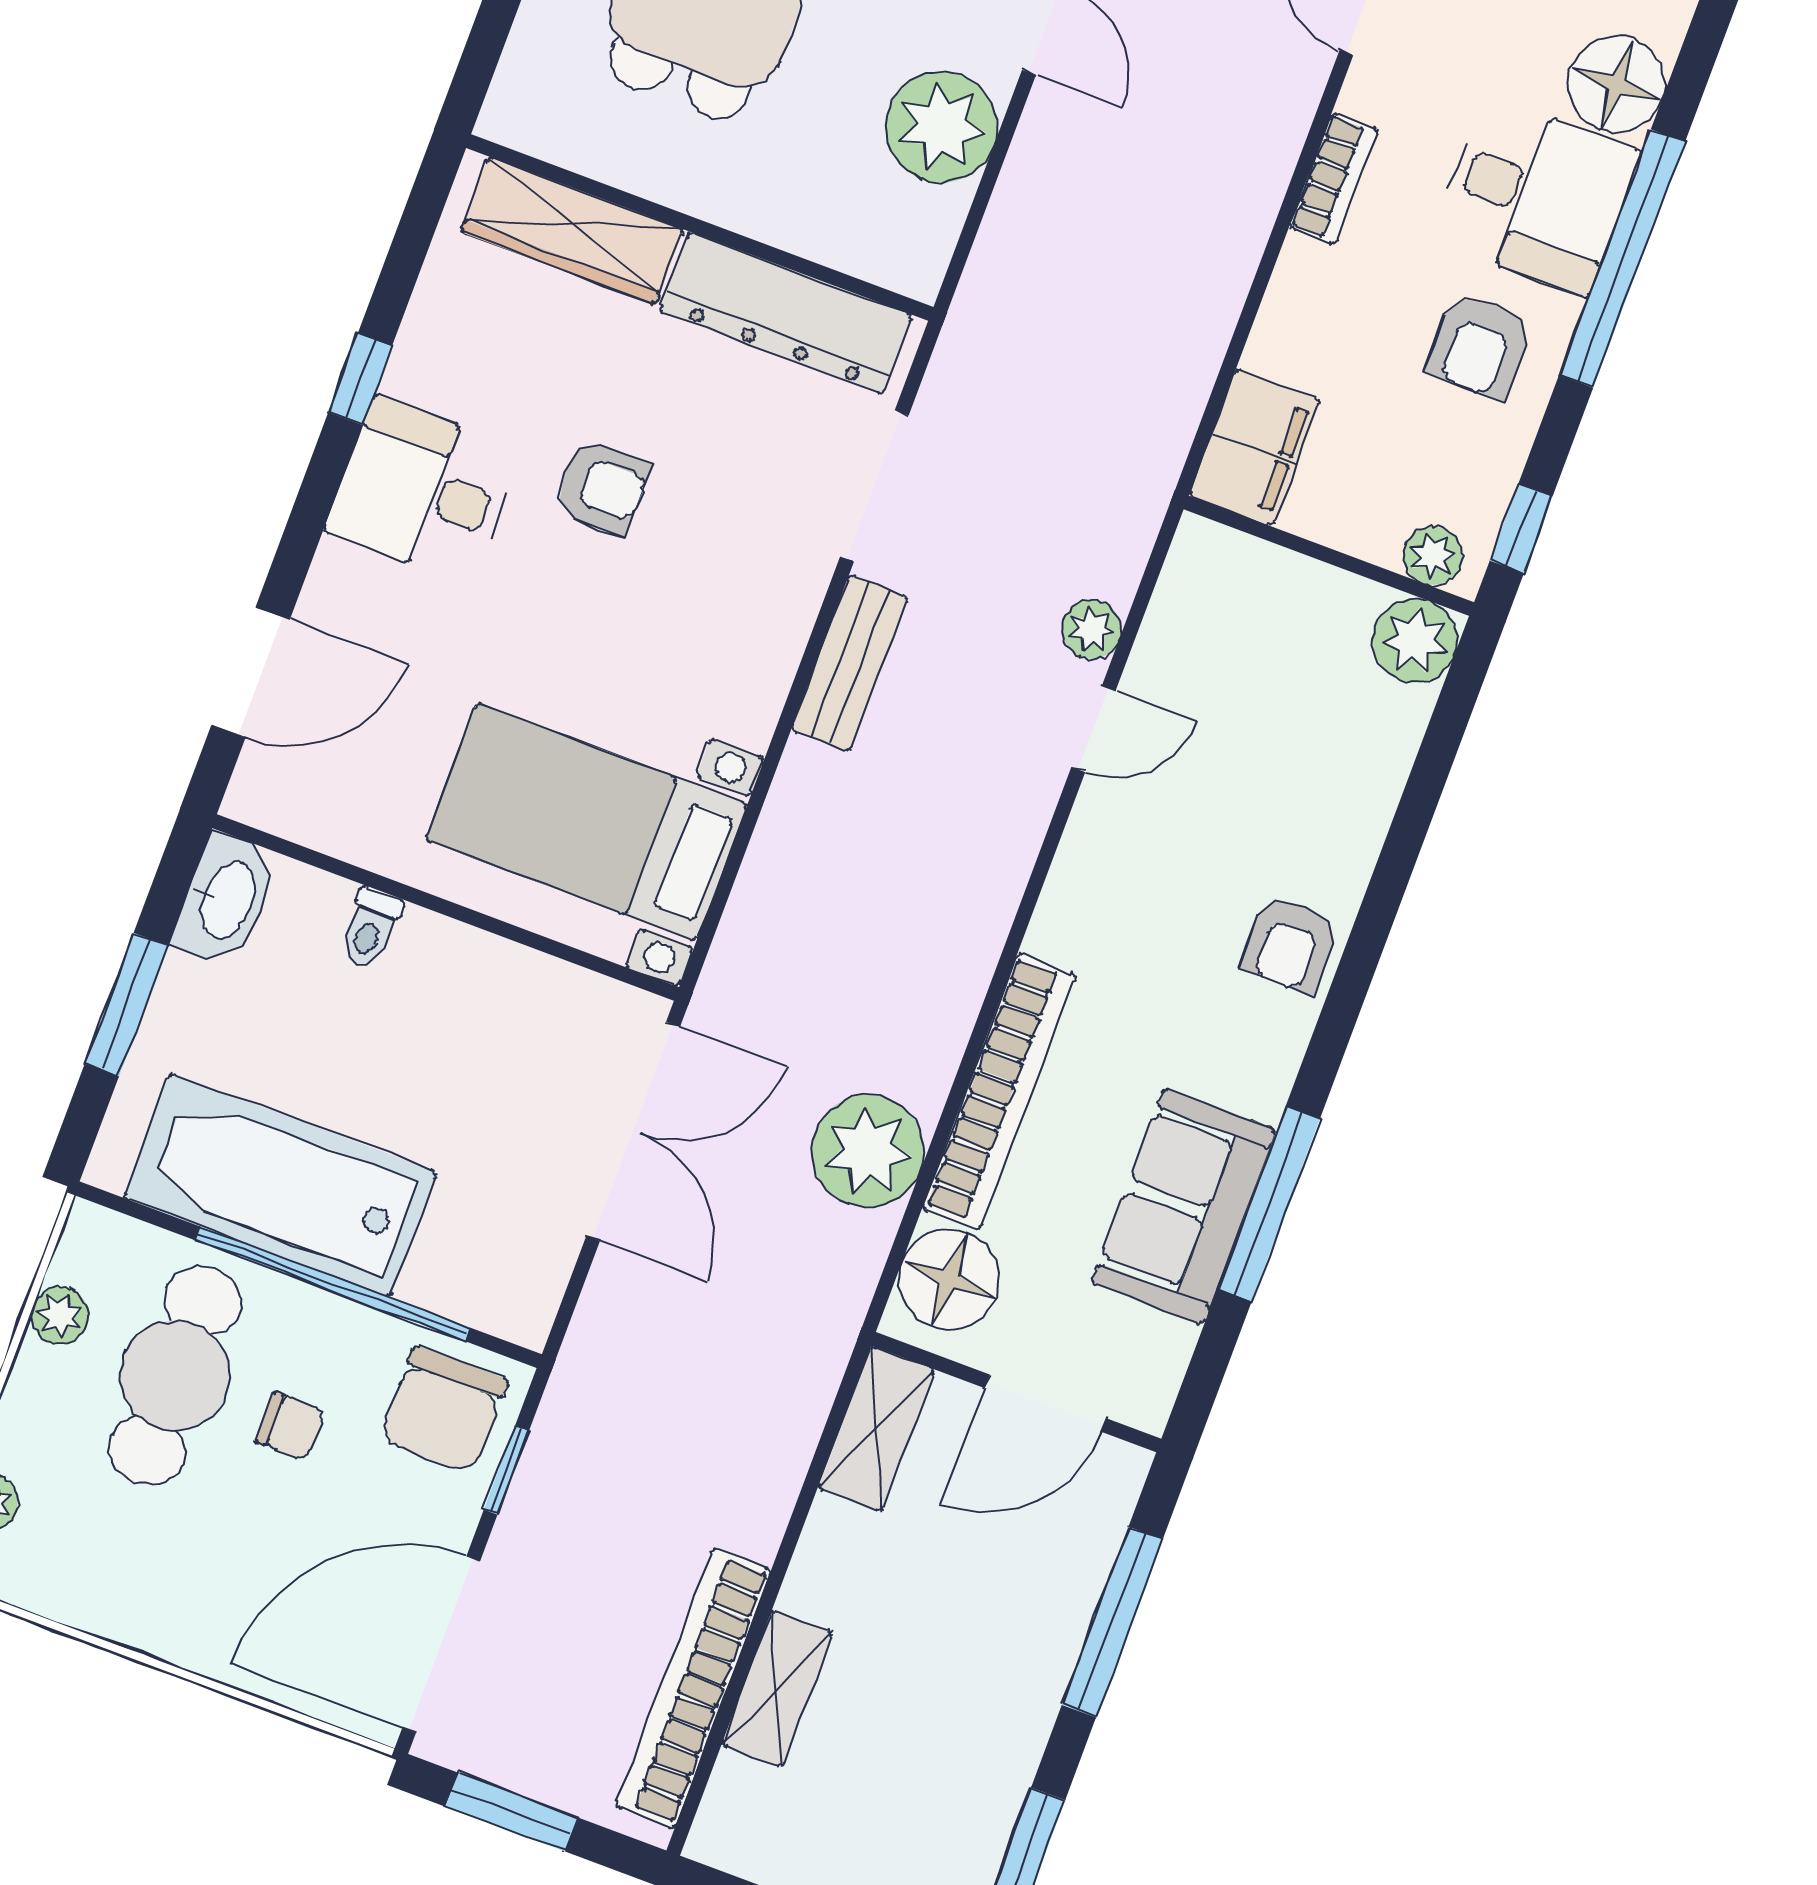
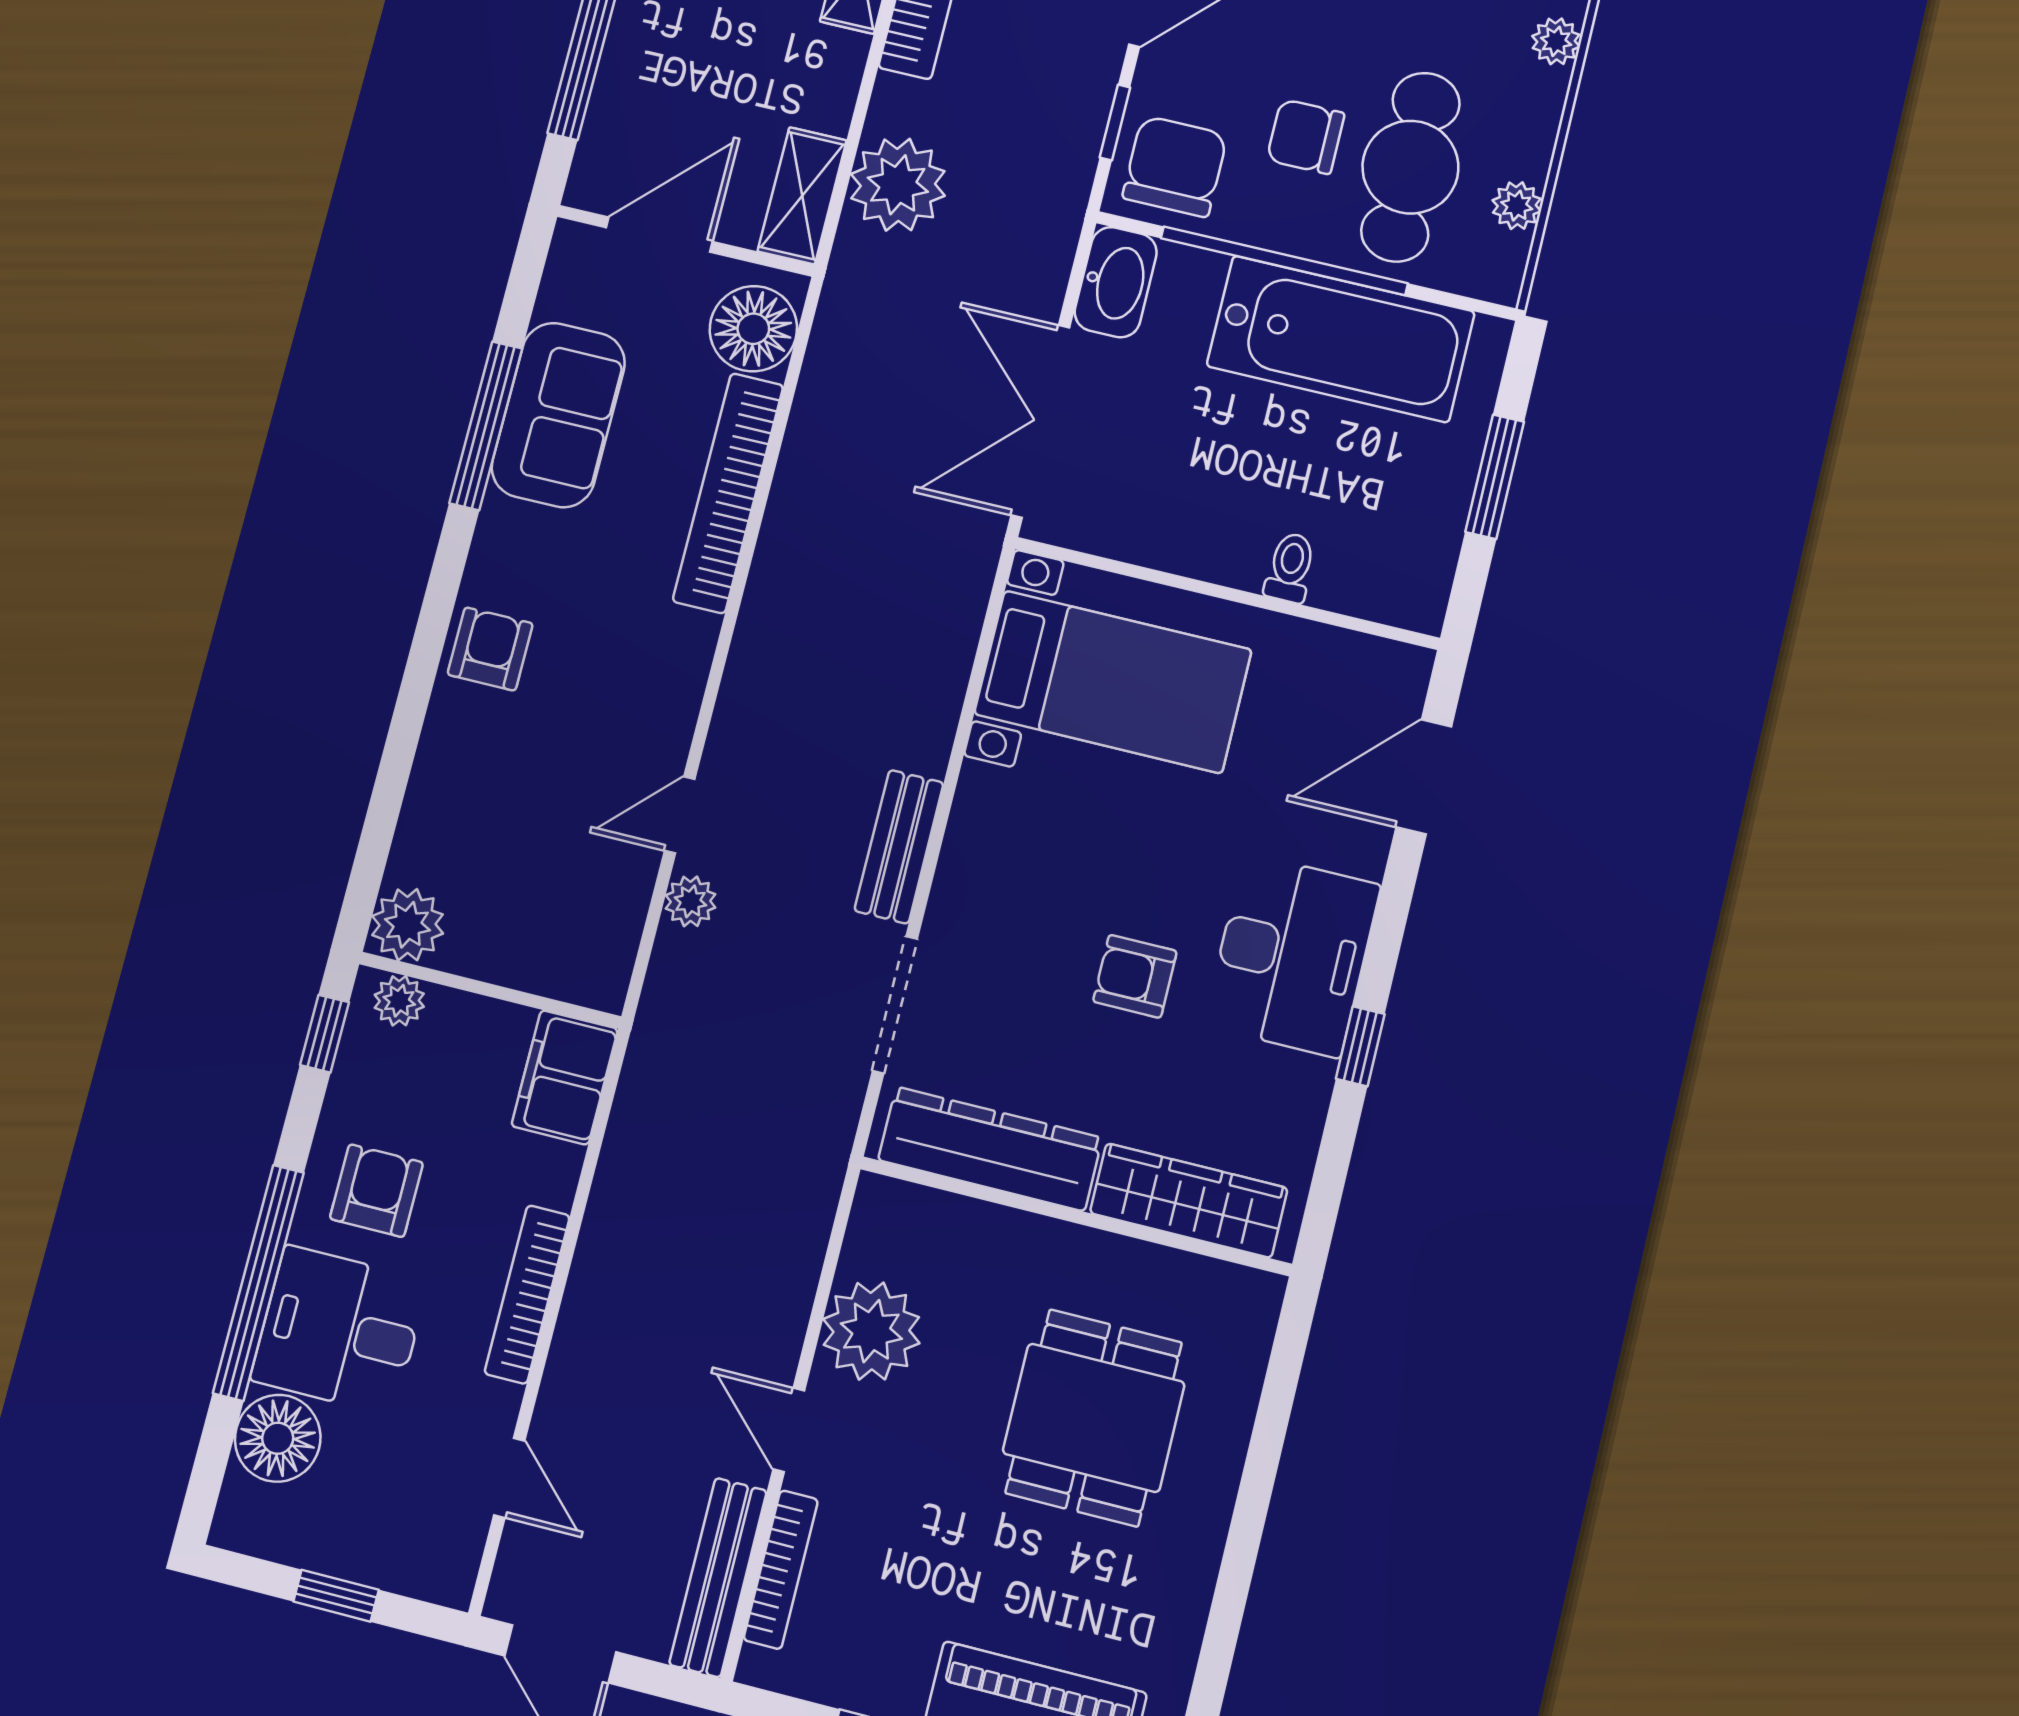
bookcase: (1334, 178) -> (527, 1294), width x1.56
desk: (423, 490) -> (1292, 955), width x1.37
washbasin: (226, 900) -> (1116, 282), moved, turned 180
plant: (868, 1151) -> (898, 185), moved
chair: (290, 1426) -> (1306, 137), width x1.37, depth x1.37

